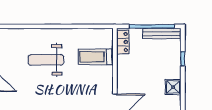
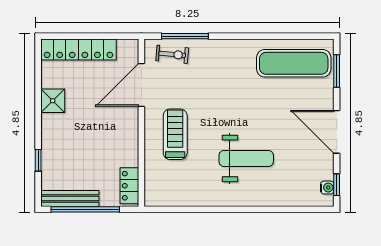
treadmill: (95, 57) -> (175, 134), moved, turned -90
shower: (173, 87) -> (53, 101), moved

